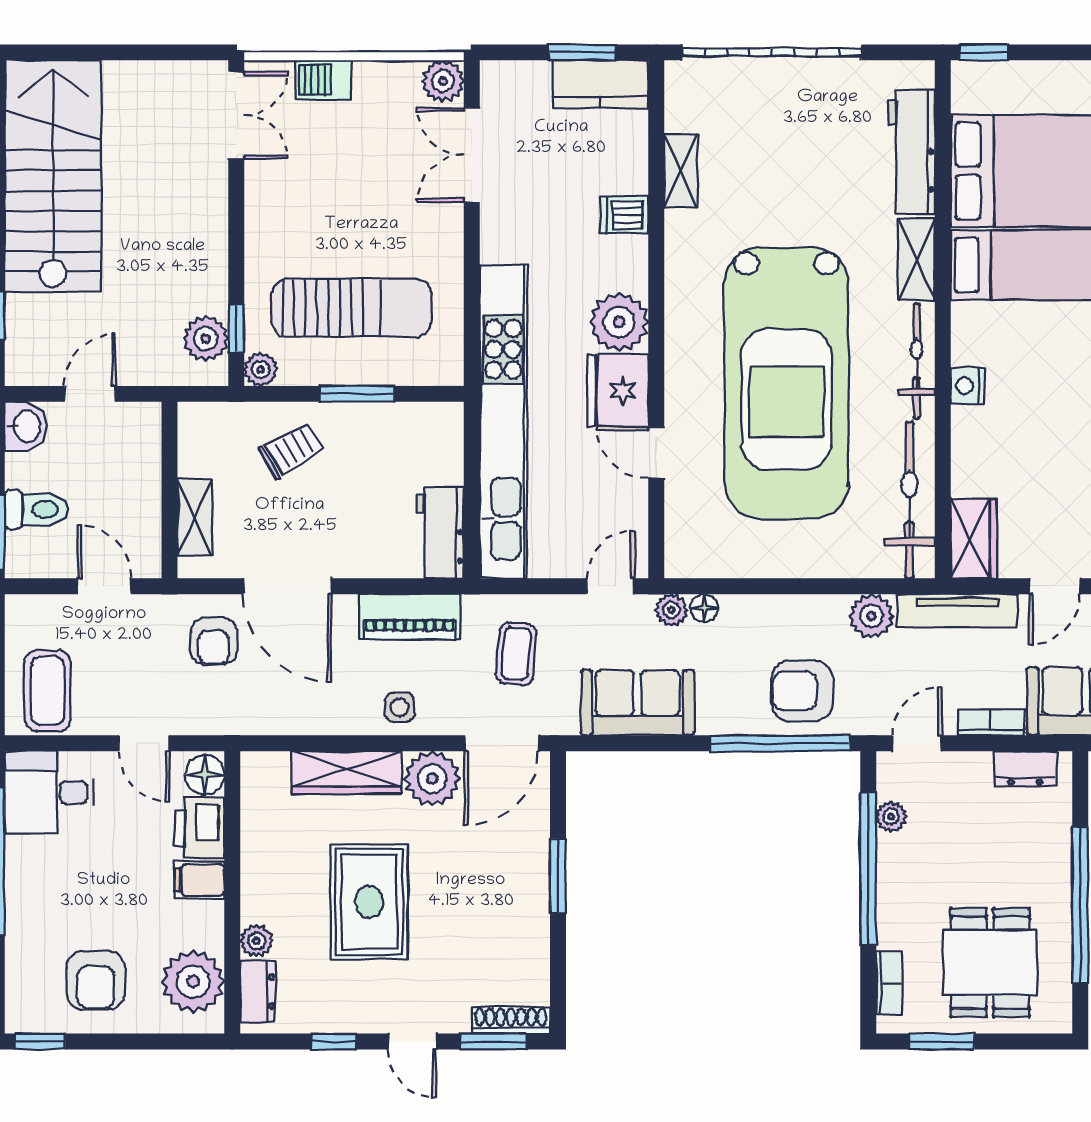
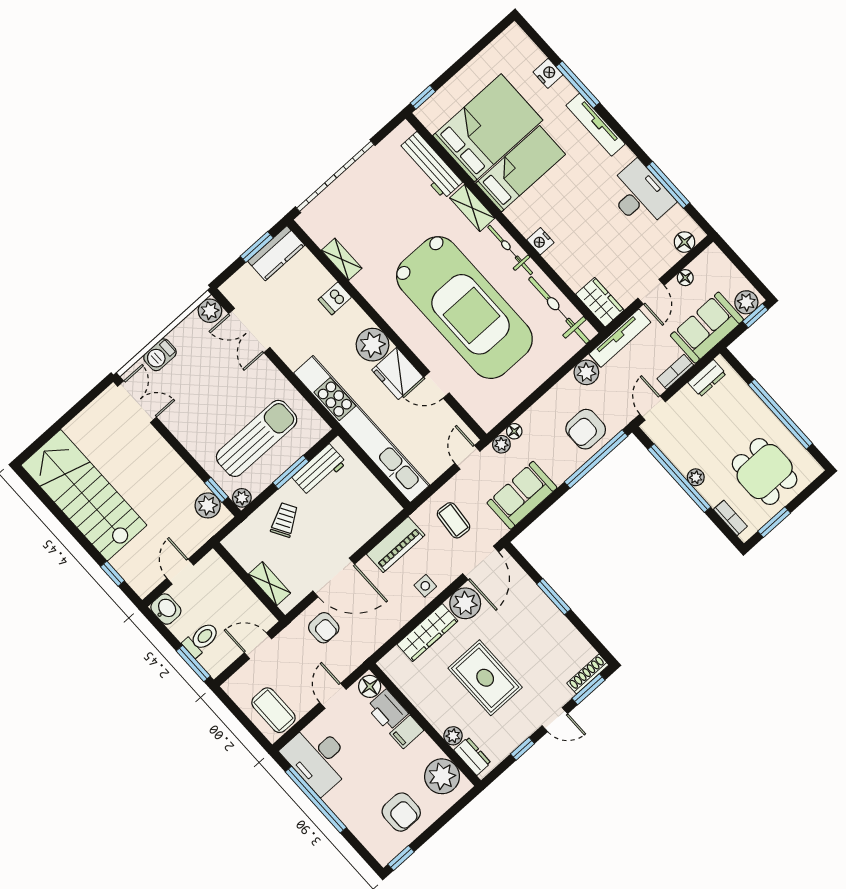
workbench: (440, 533) -> (319, 470), moved, turned -90
door: (144, 743) -> (333, 696), swing flipped
desk: (49, 793) -> (318, 758), width x1.37
plant: (891, 817) -> (696, 477), moved

